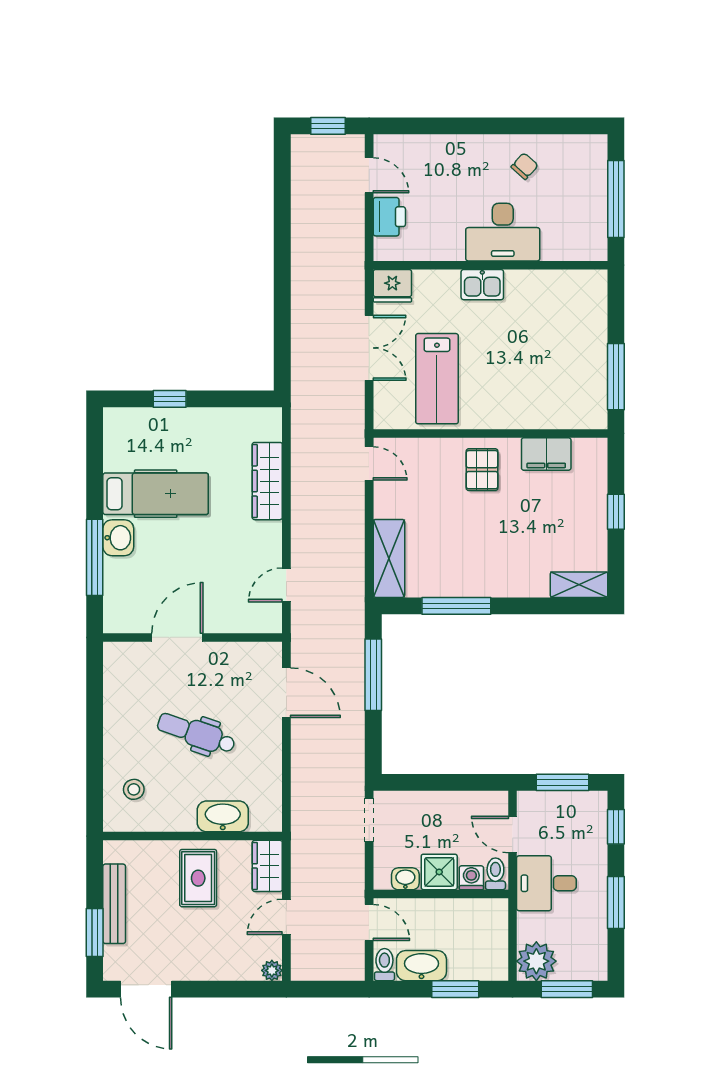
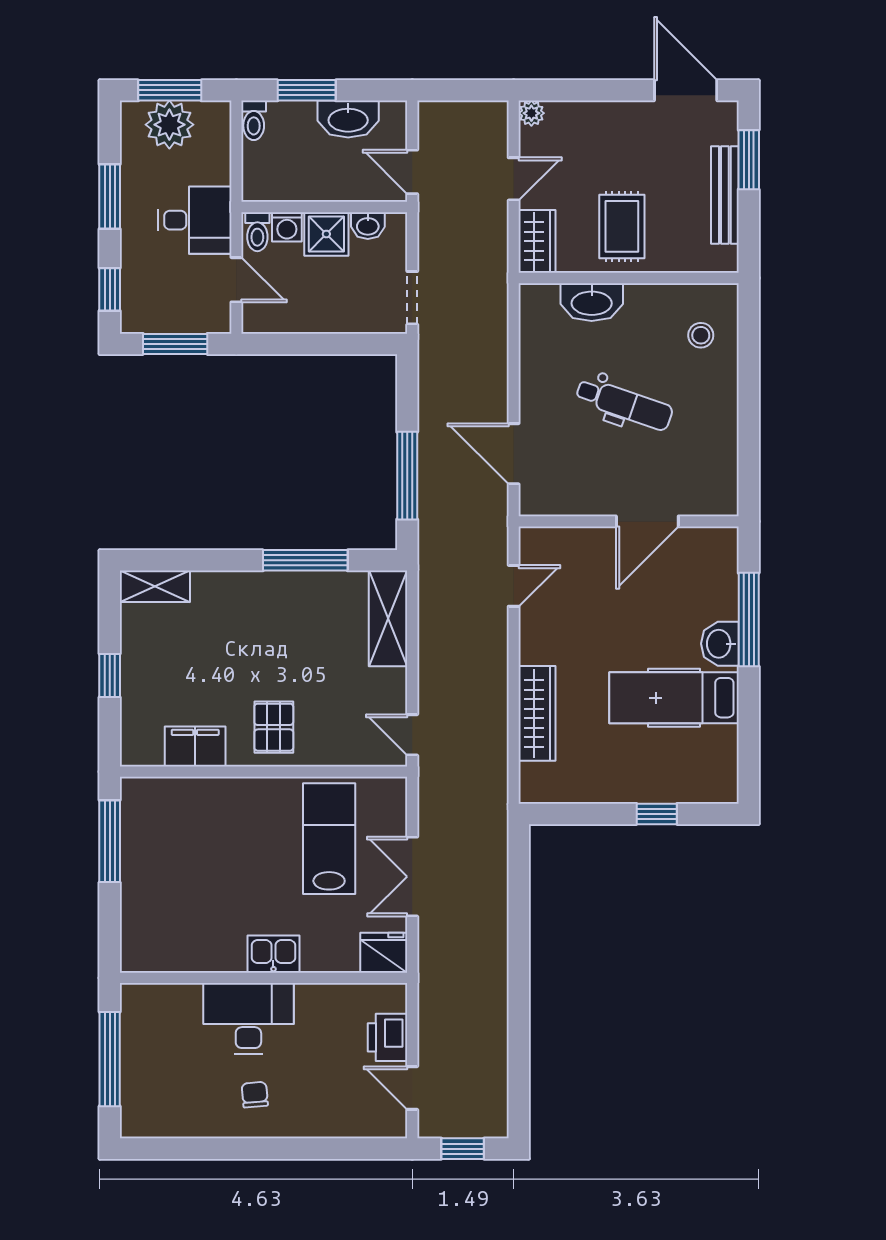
chair: (525, 166) -> (255, 1095), moved, turned 133
plant: (536, 961) -> (169, 125), moved
toilet: (384, 965) -> (254, 120), moved

